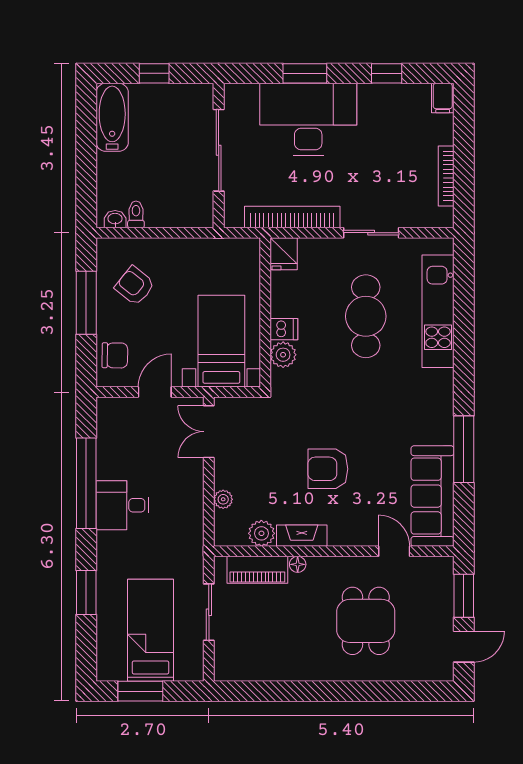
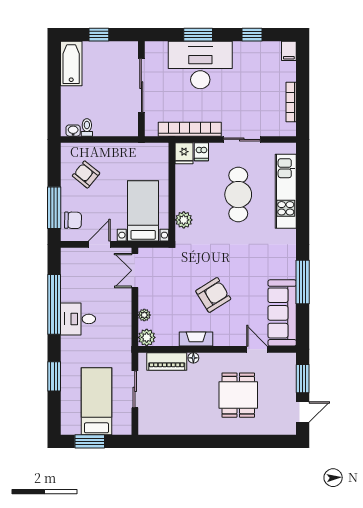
window: (86, 303) -> (54, 208), moved
dishwasher: (284, 329) -> (201, 152), moved, turned 90
armchair: (328, 469) -> (213, 295), turned 148
plant: (261, 533) -> (147, 337), moved

